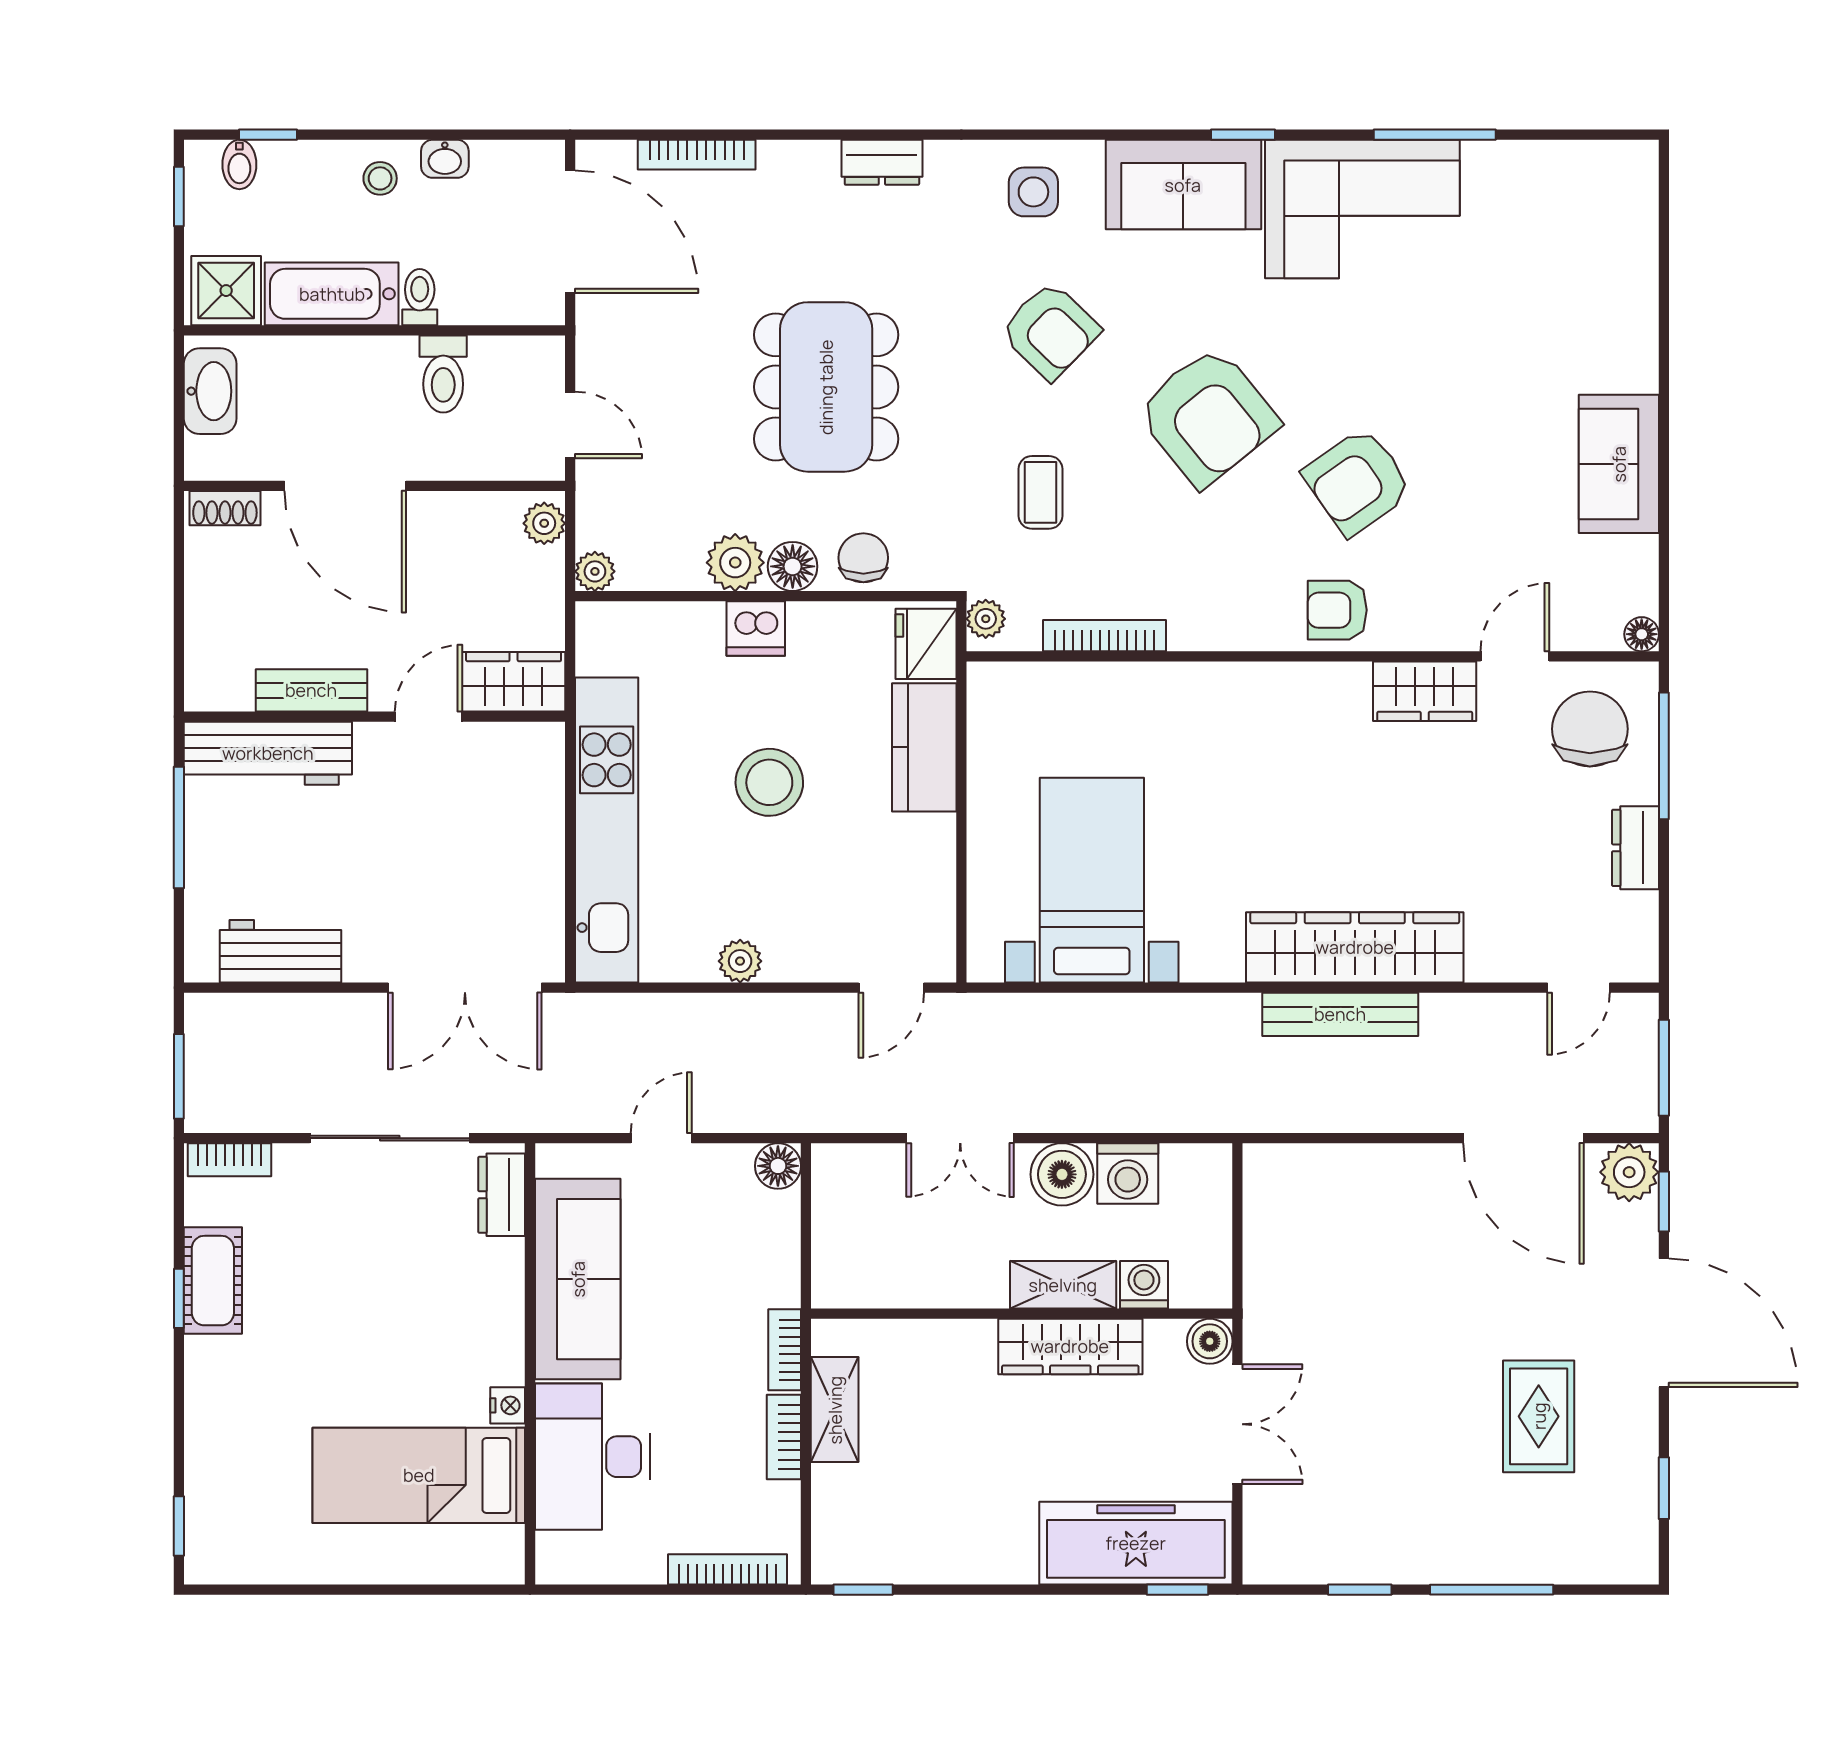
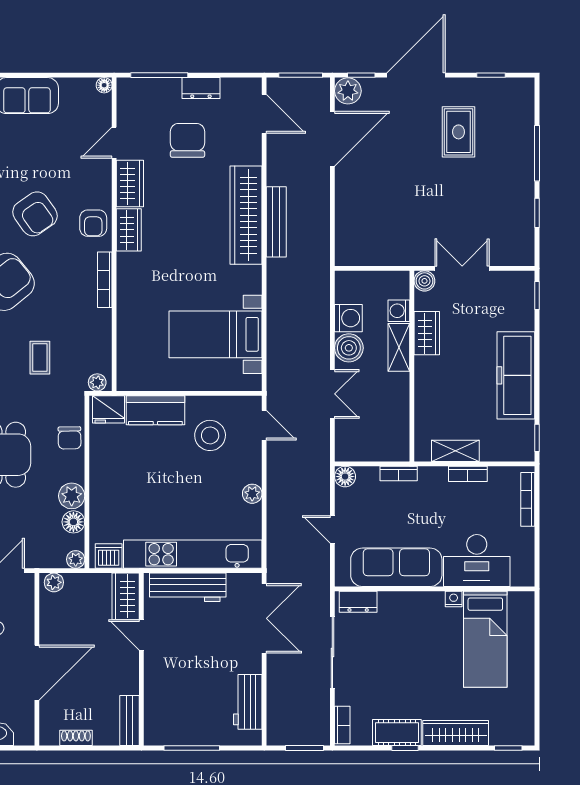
coffee table: (1040, 492) -> (40, 358), turned 90
shoe rack: (225, 508) -> (76, 738), moved, turned -90
chair: (863, 558) -> (70, 438), turned -91
floor lamp: (793, 566) -> (73, 522), moved
dishwasher: (756, 629) -> (109, 556), moved, turned -90
bookcase: (1104, 636) -> (105, 280), moved
door: (1515, 656) -> (114, 143), hinge flipped
wardrobe: (1322, 689) -> (129, 230), added
bench: (311, 690) -> (130, 721), moved
chair: (1590, 729) -> (187, 140), moved, turned 90
workbench: (268, 753) -> (188, 587), moved, turned 90
stool: (769, 782) -> (210, 435), moved
door: (1578, 988) -> (264, 114), width x1.38
wardrobe: (1070, 1346) -> (427, 333), width x0.67
bookcase: (785, 1350) -> (399, 473), moved
wardrobe: (212, 1410) -> (456, 733), added
rug: (1539, 1416) -> (459, 132), turned 90
freezer: (1136, 1543) -> (516, 375), moved

